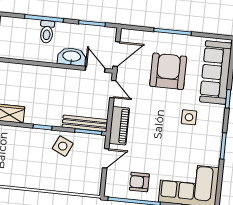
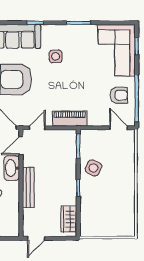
bench: (85, 123) -> (28, 187), moved
door: (106, 158) -> (119, 128), moved
armchair: (139, 182) -> (119, 95), turned -90

